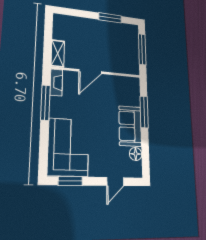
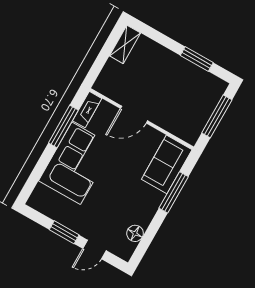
shelving: (58, 53) -> (125, 44), moved
sofa: (130, 126) -> (167, 164), moved
corner sofa: (68, 147) -> (76, 163), moved
window: (70, 181) -> (64, 232), moved

